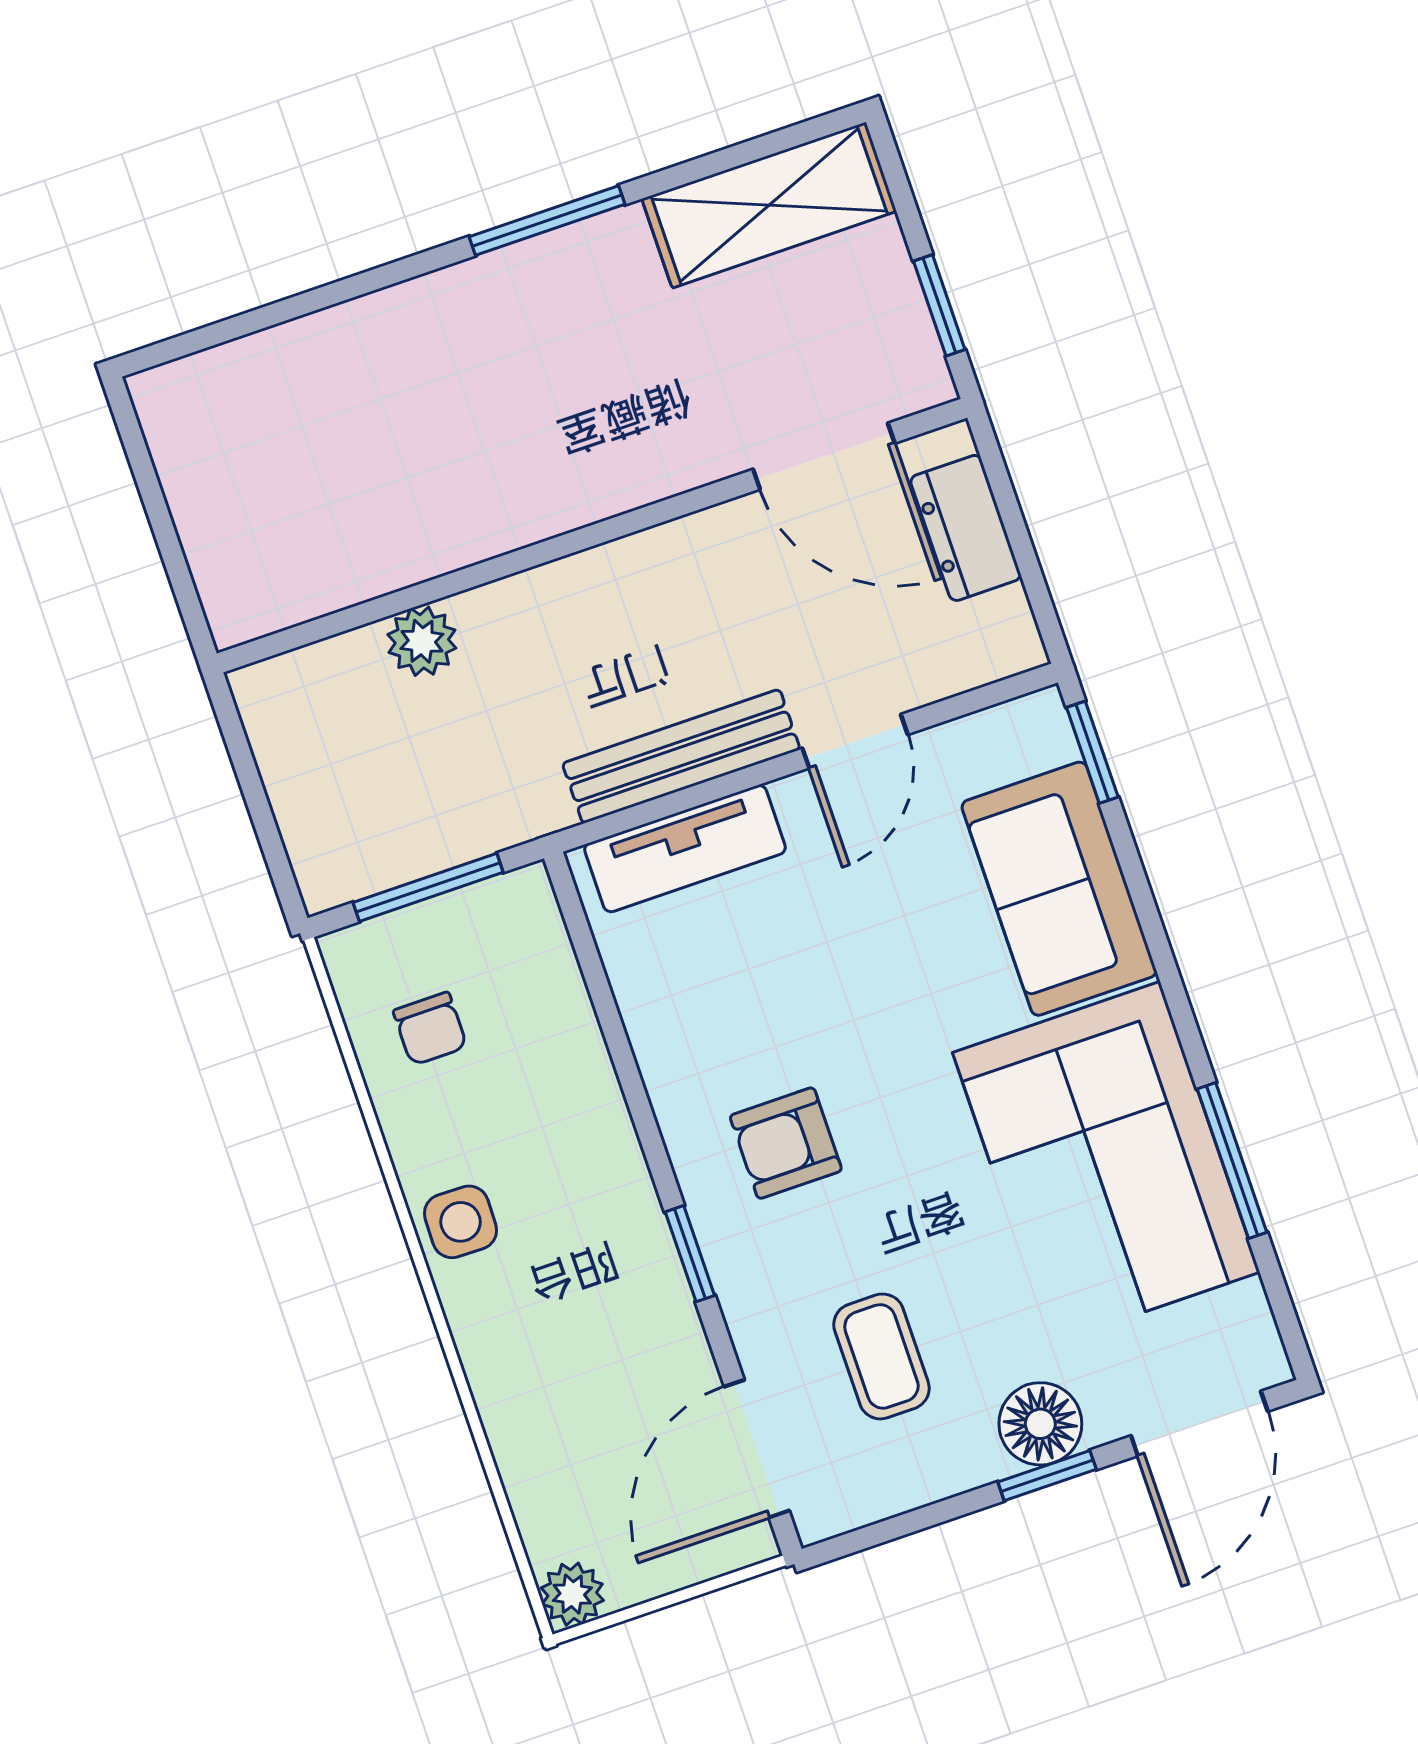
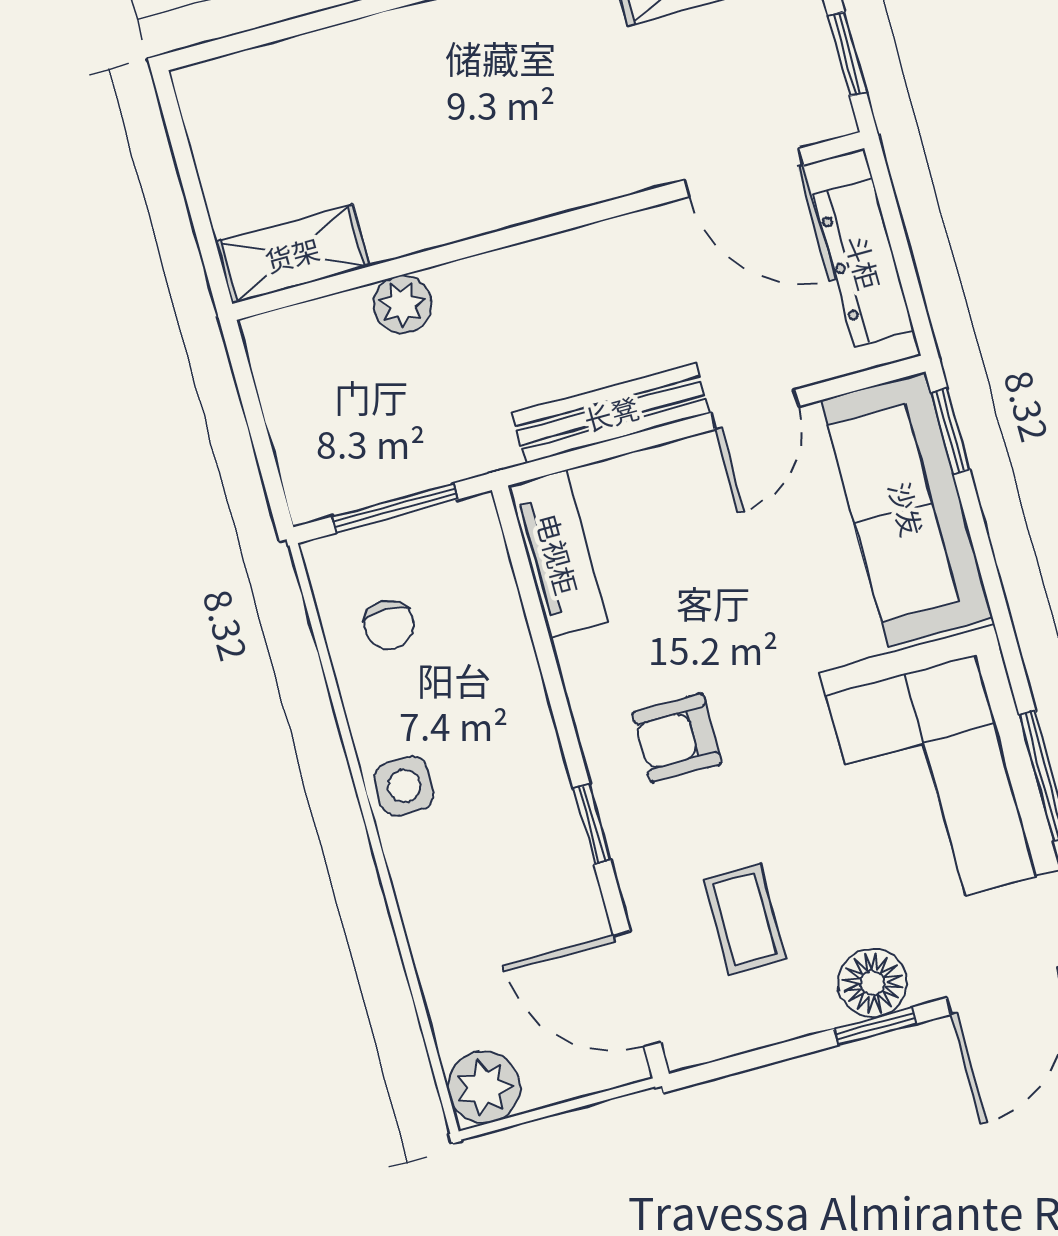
dresser: (966, 528) -> (864, 262), width x1.44
shelving: (286, 589) -> (292, 254), added
tv unit: (685, 849) -> (558, 554), moved, turned -90
sofa: (1059, 889) -> (907, 509), width x1.36
door: (757, 1449) -> (637, 989), hinge flipped
plant: (572, 1594) -> (484, 1087), width x1.38, depth x1.38

